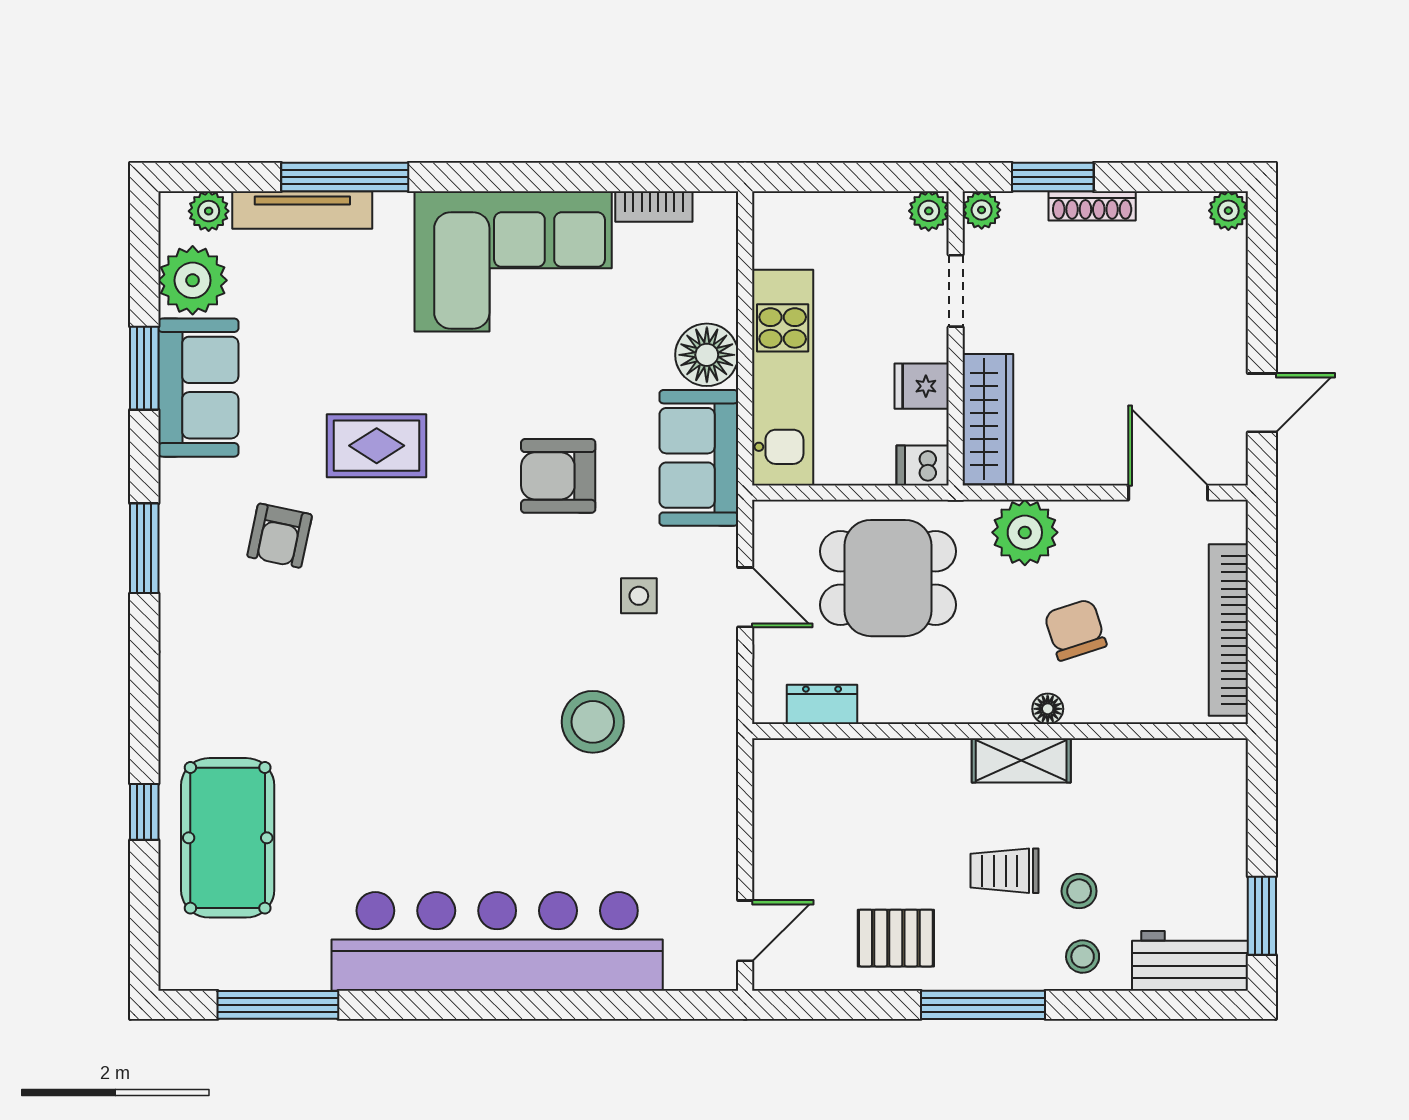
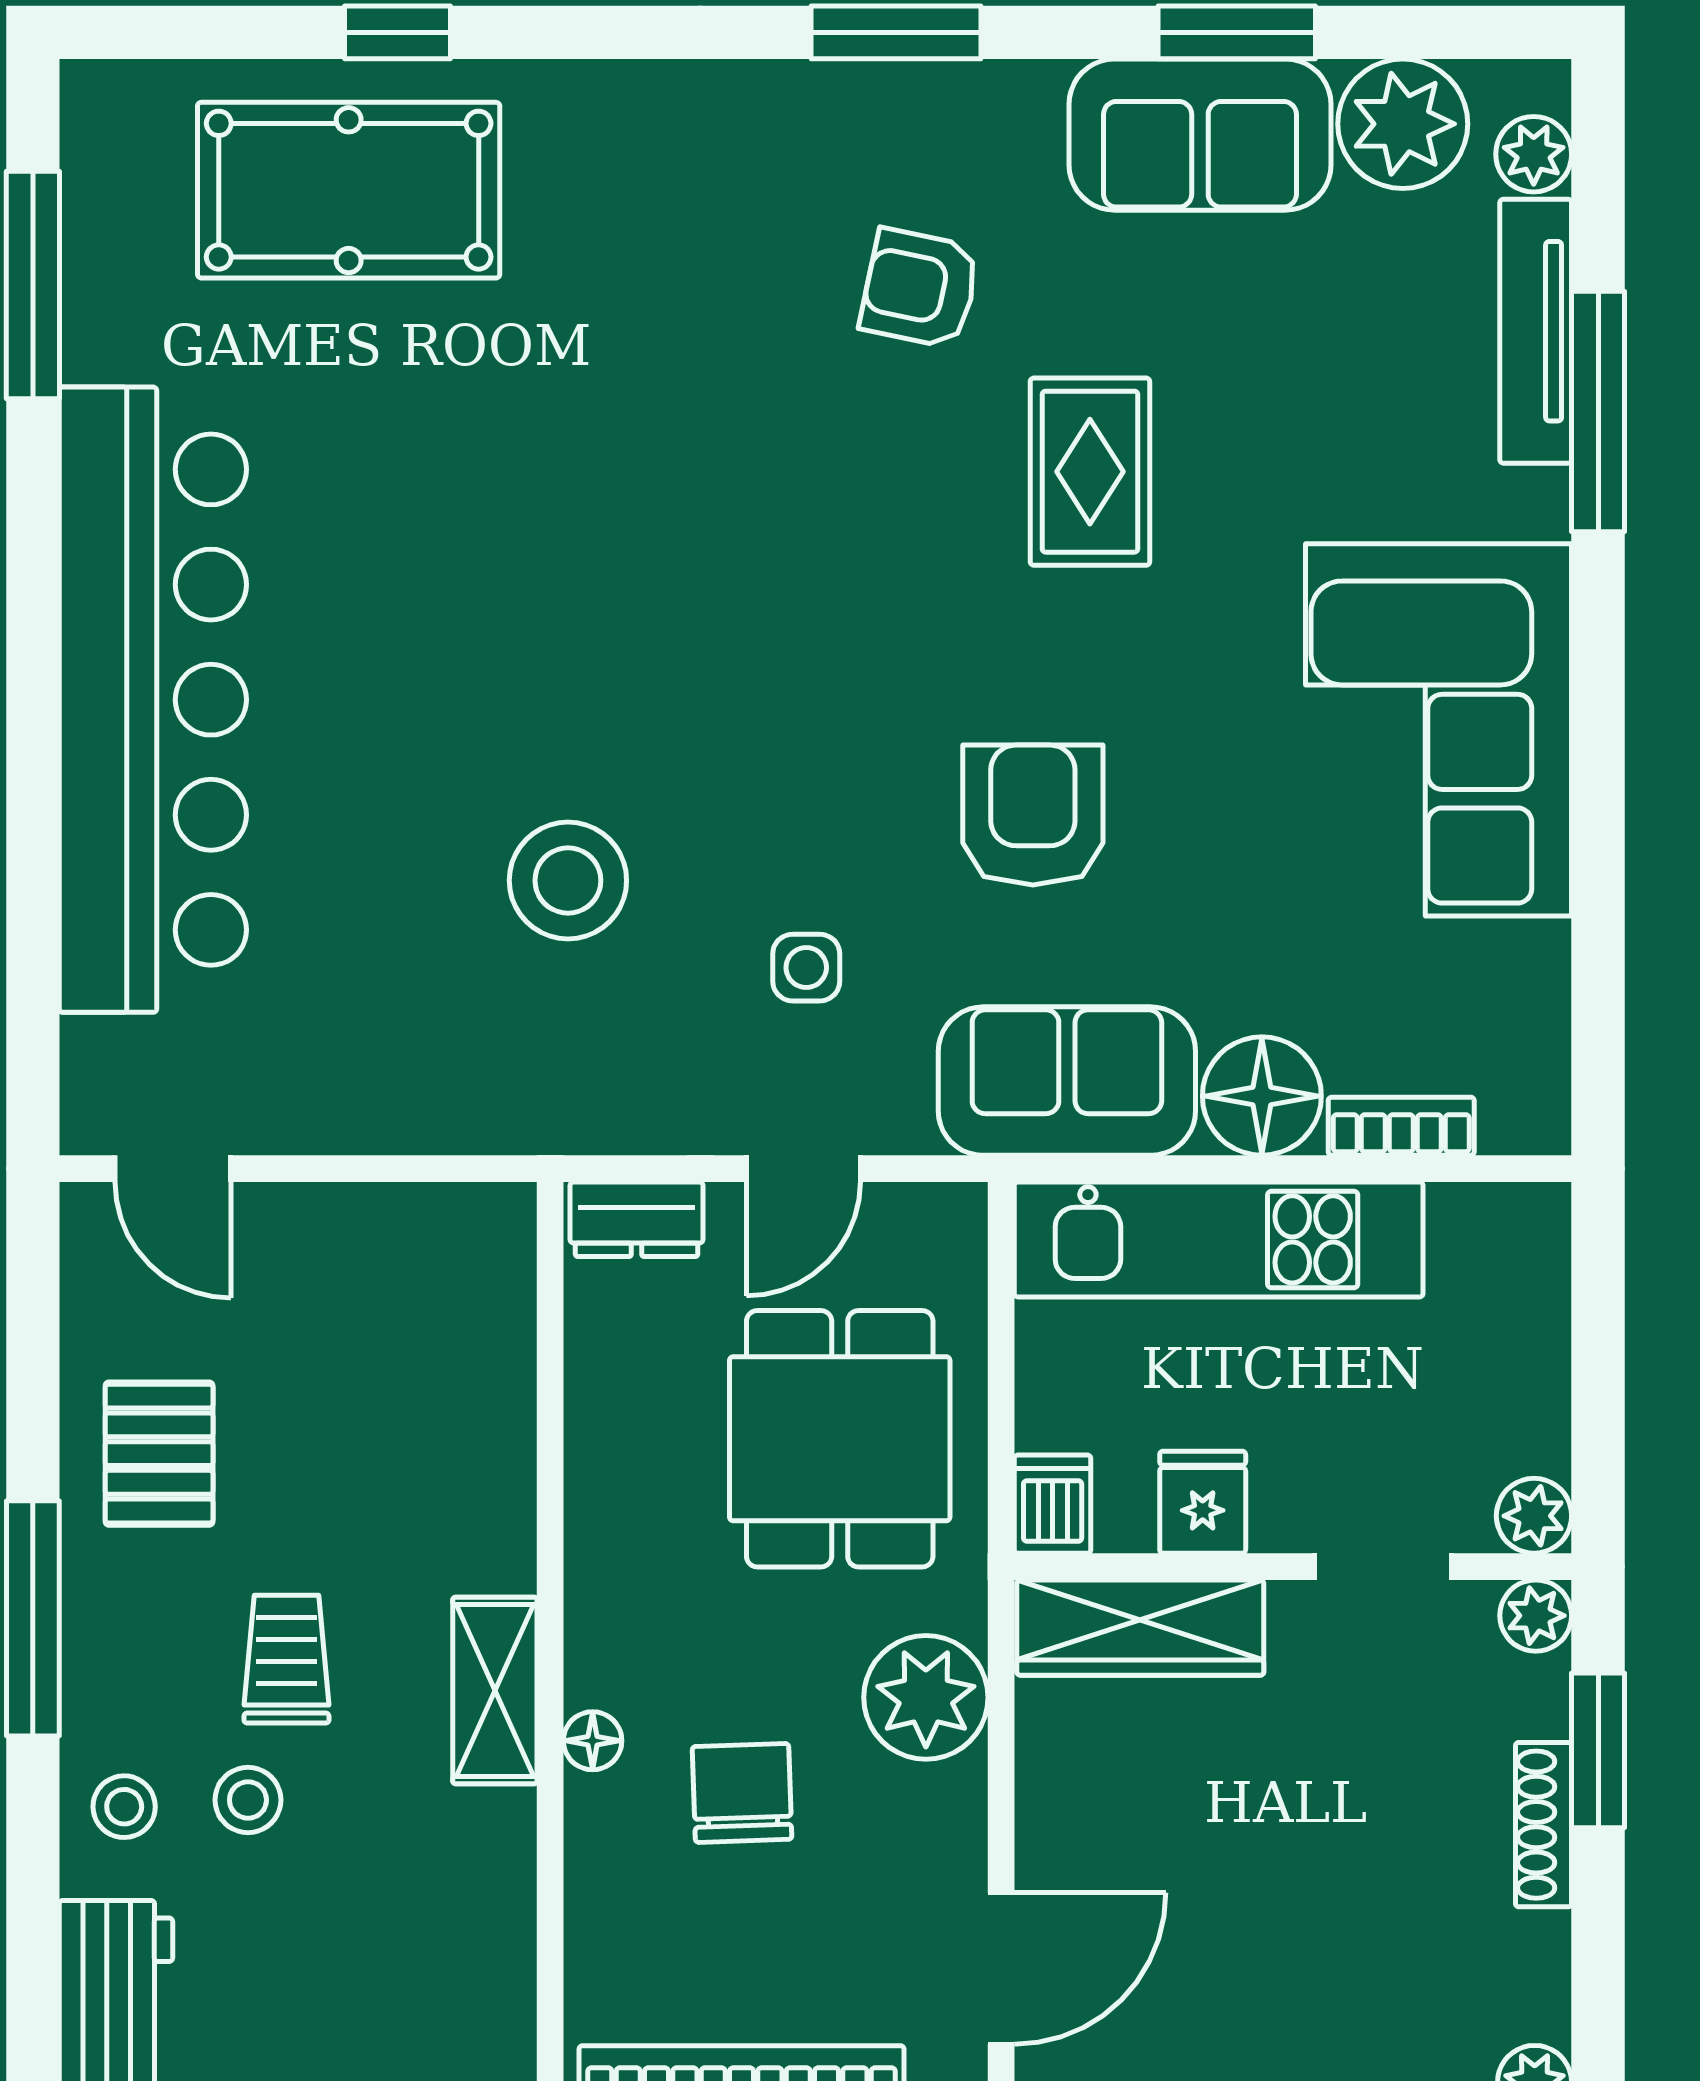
bookcase: (654, 206) -> (1401, 1126), moved, turned 90
chair: (1075, 630) -> (742, 1793), turned -74
dresser: (822, 704) -> (637, 1219), moved, turned 90

